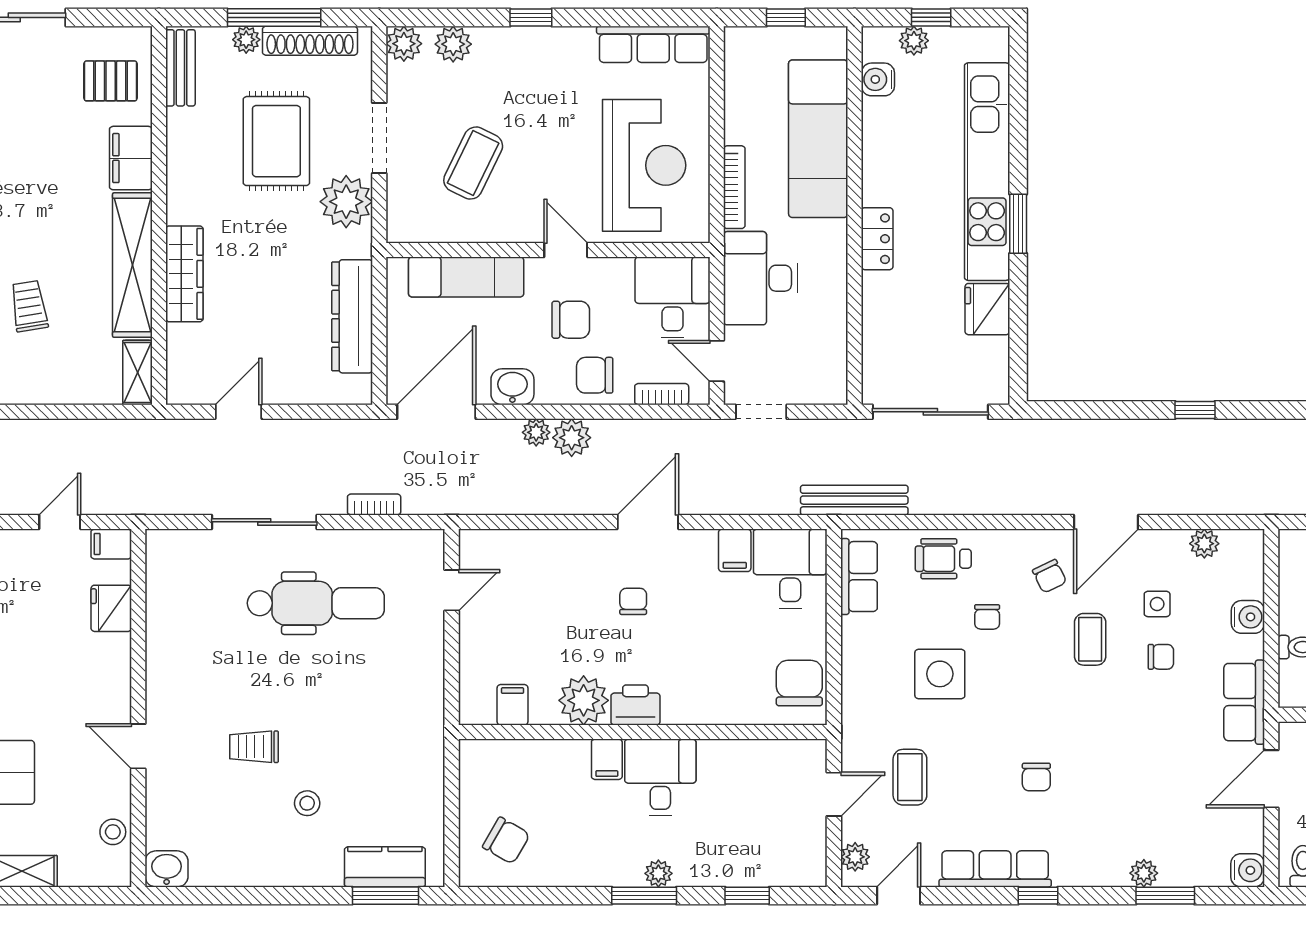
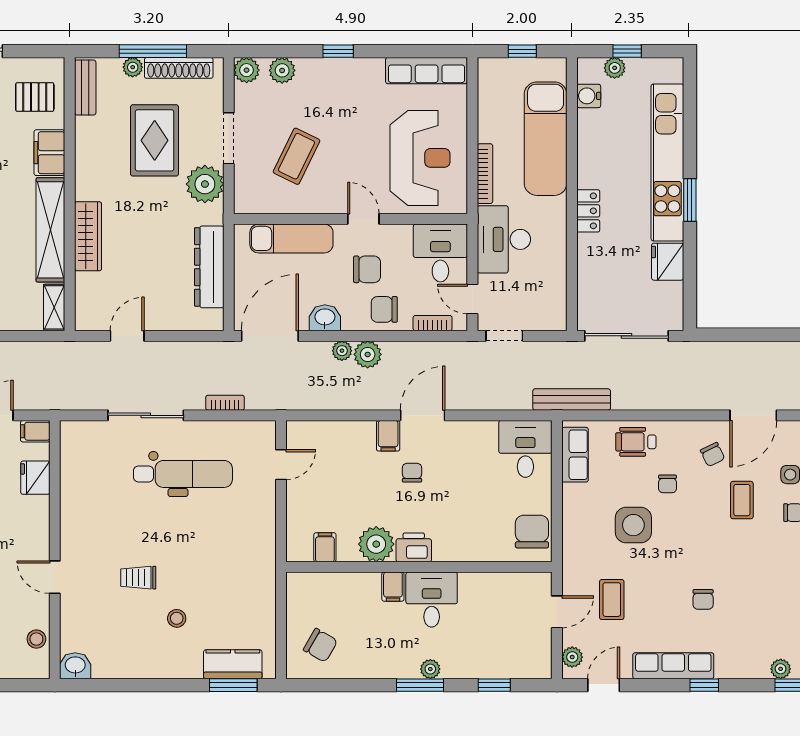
filing cabinet: (735, 550) -> (388, 436), moved

